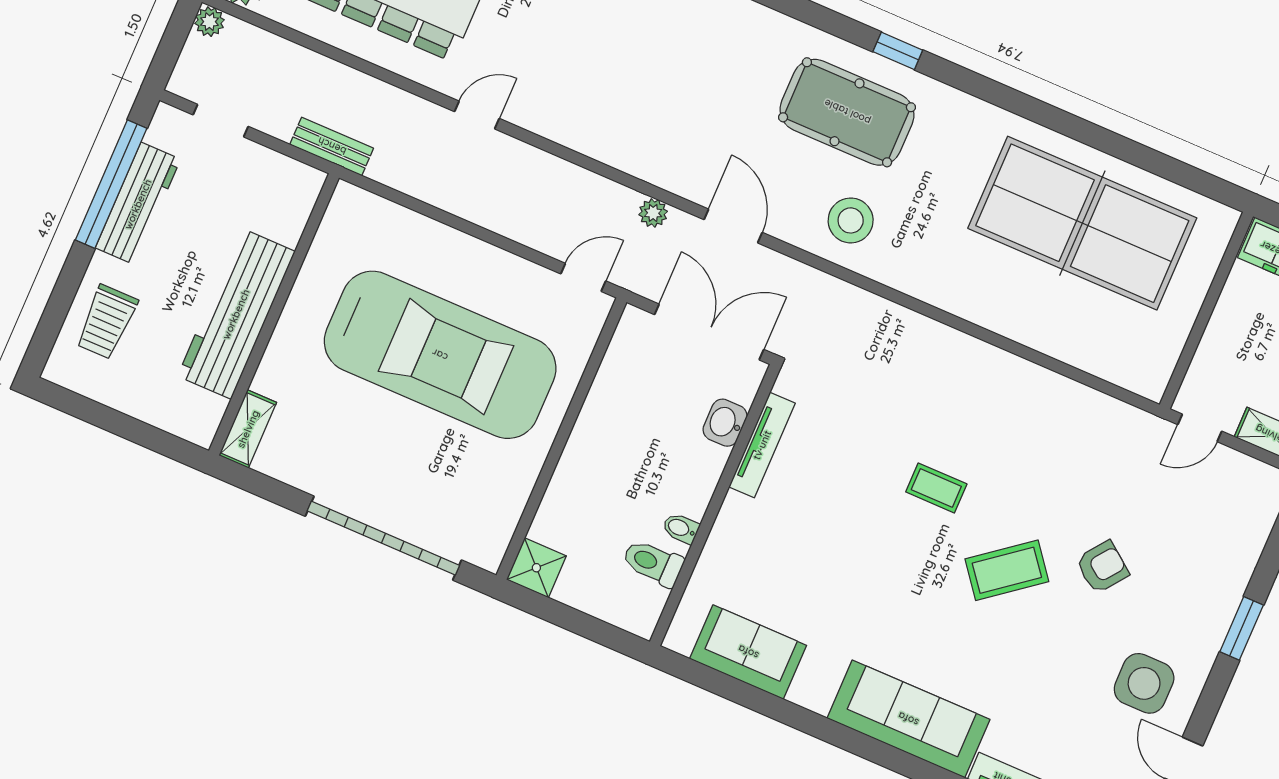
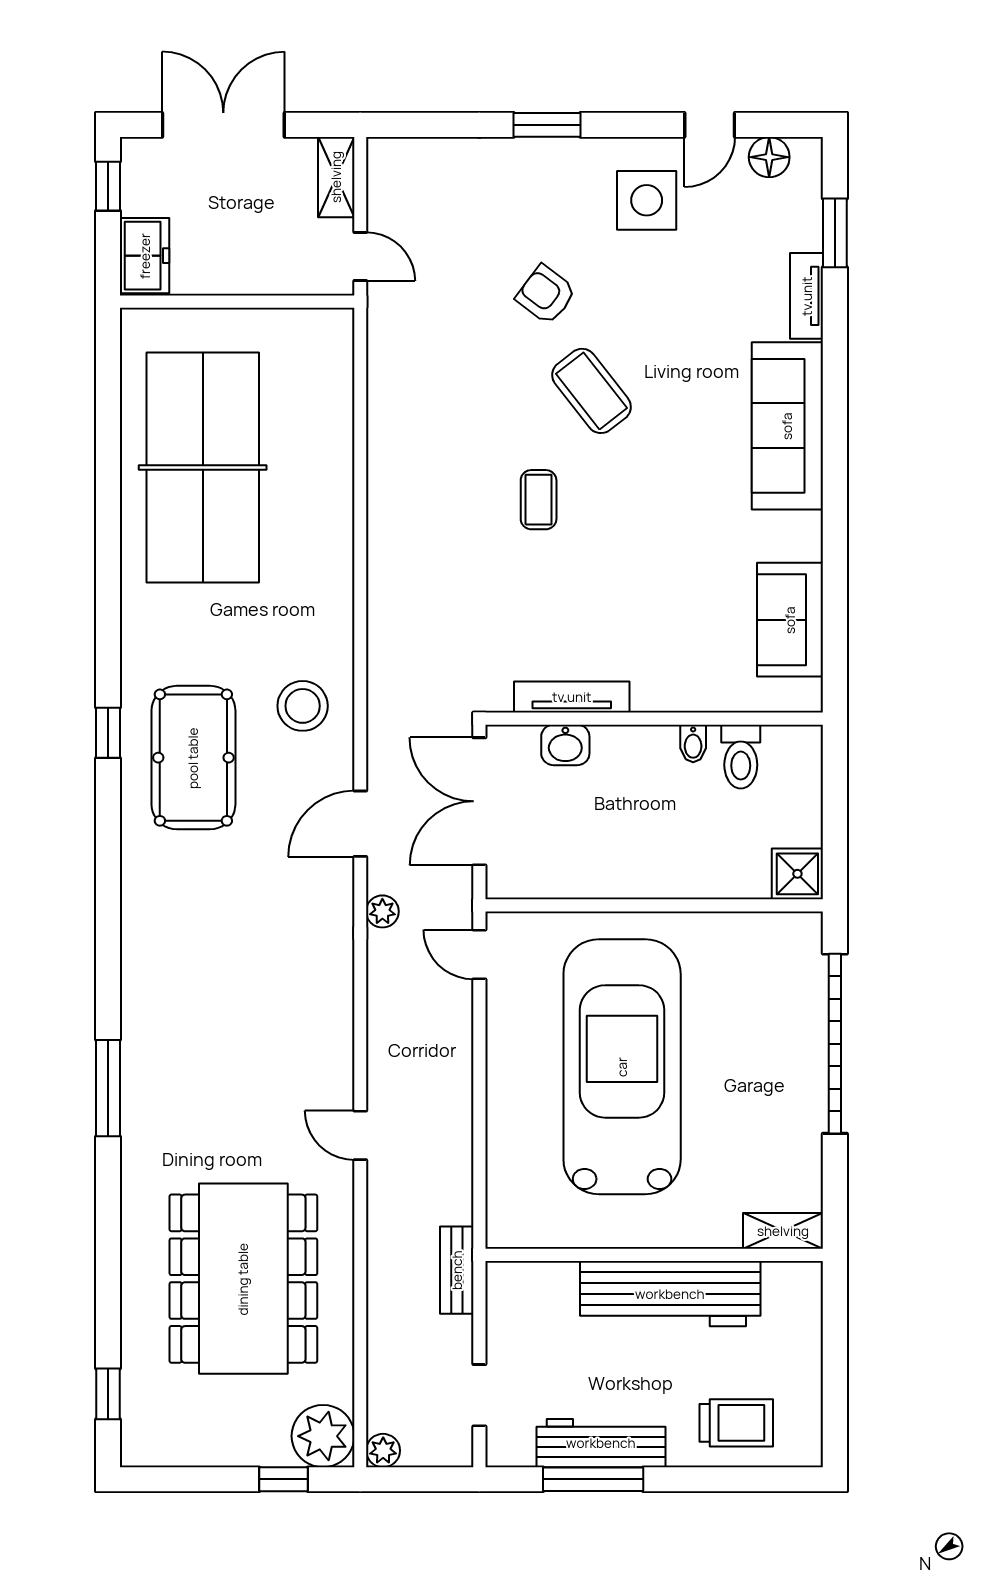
window: (111, 184) -> (593, 1479), width x0.68

